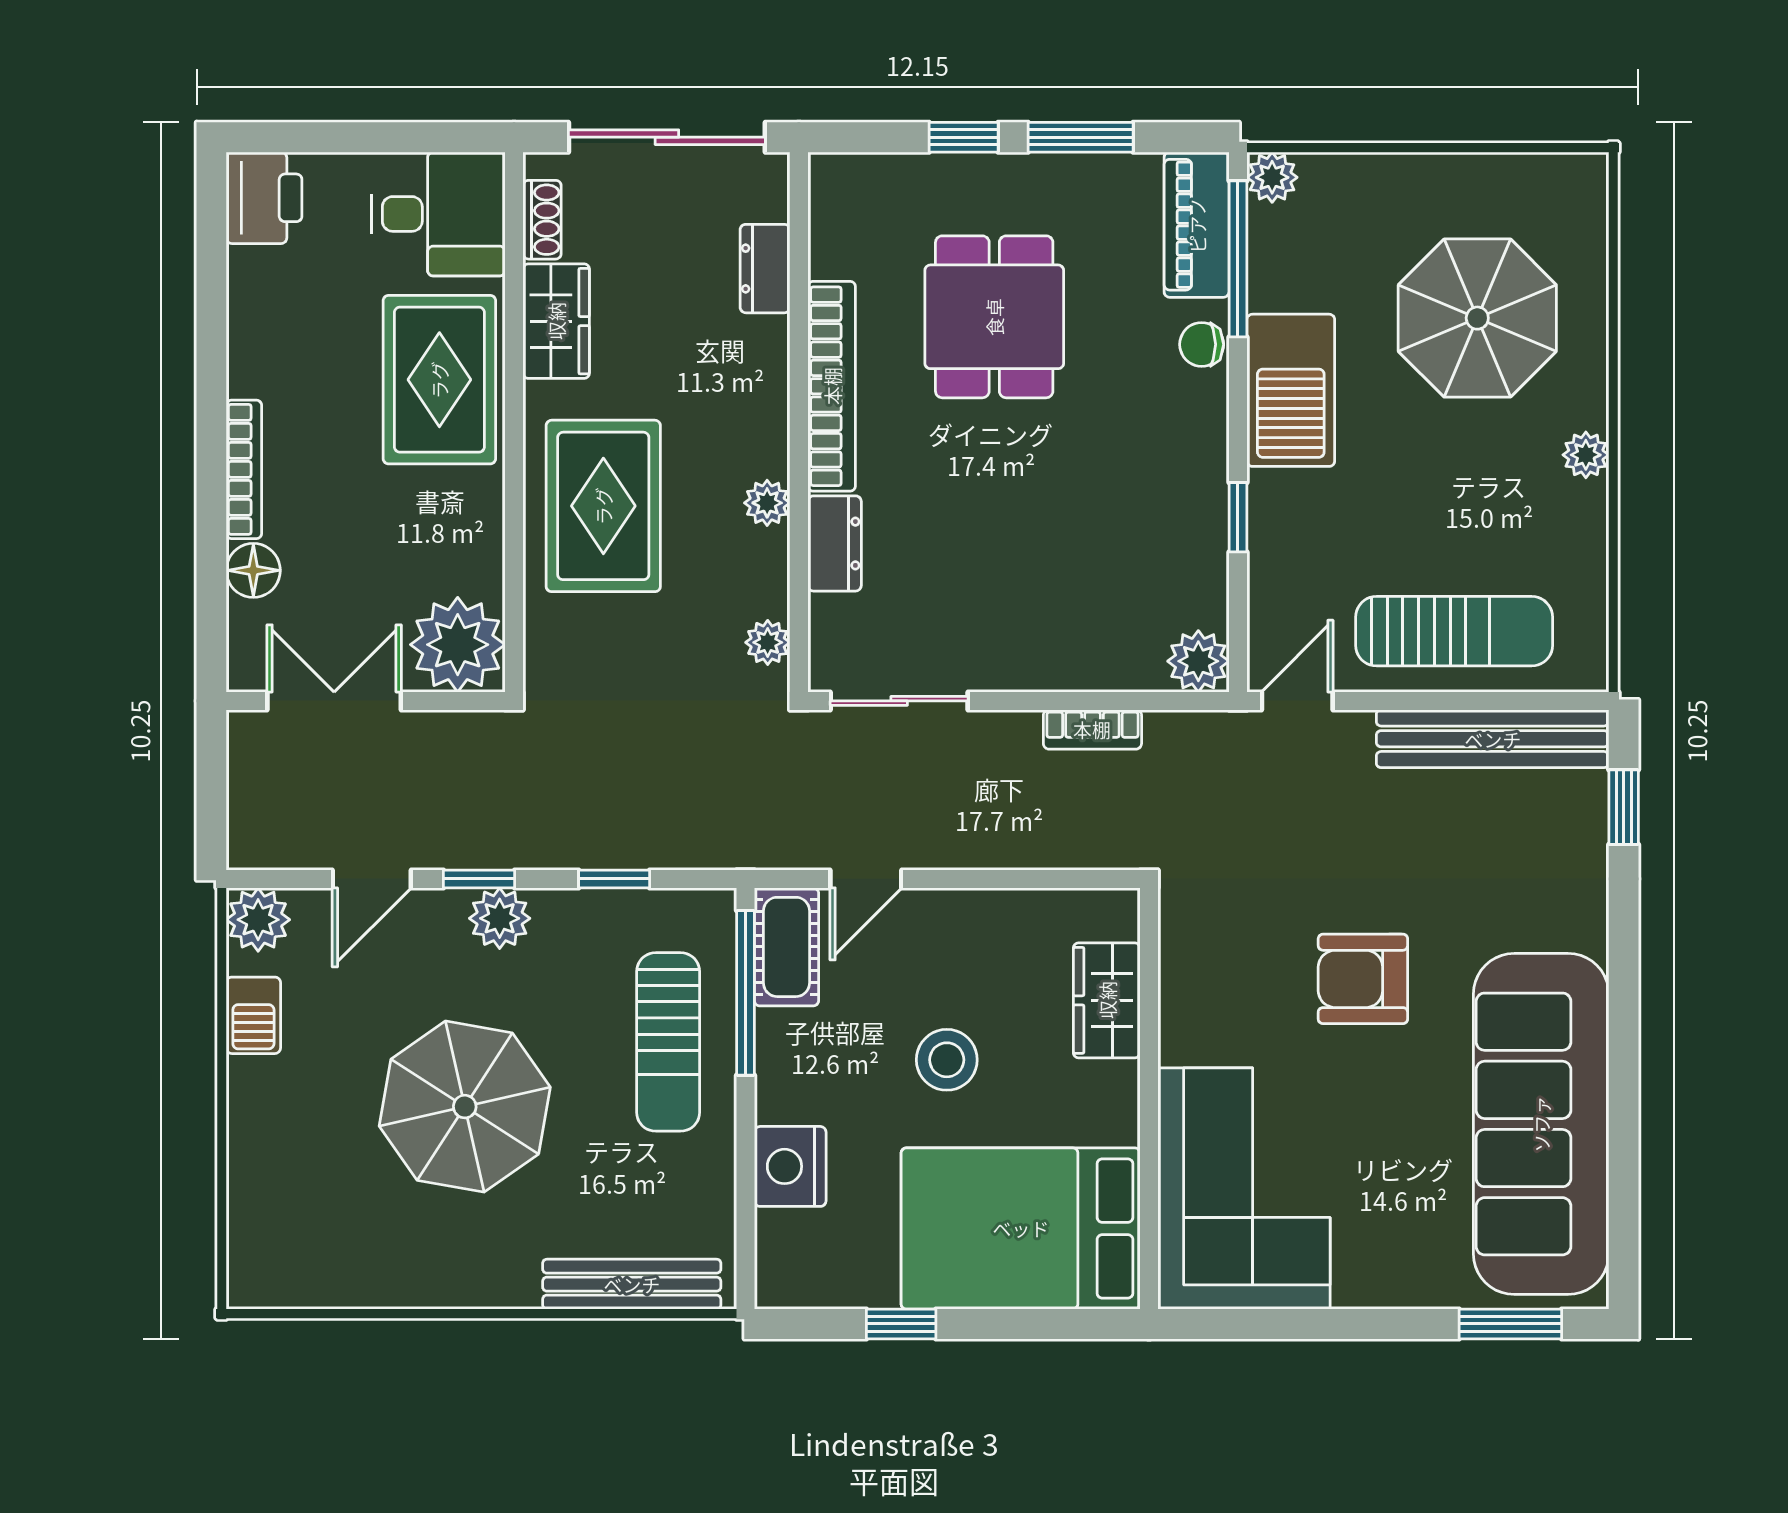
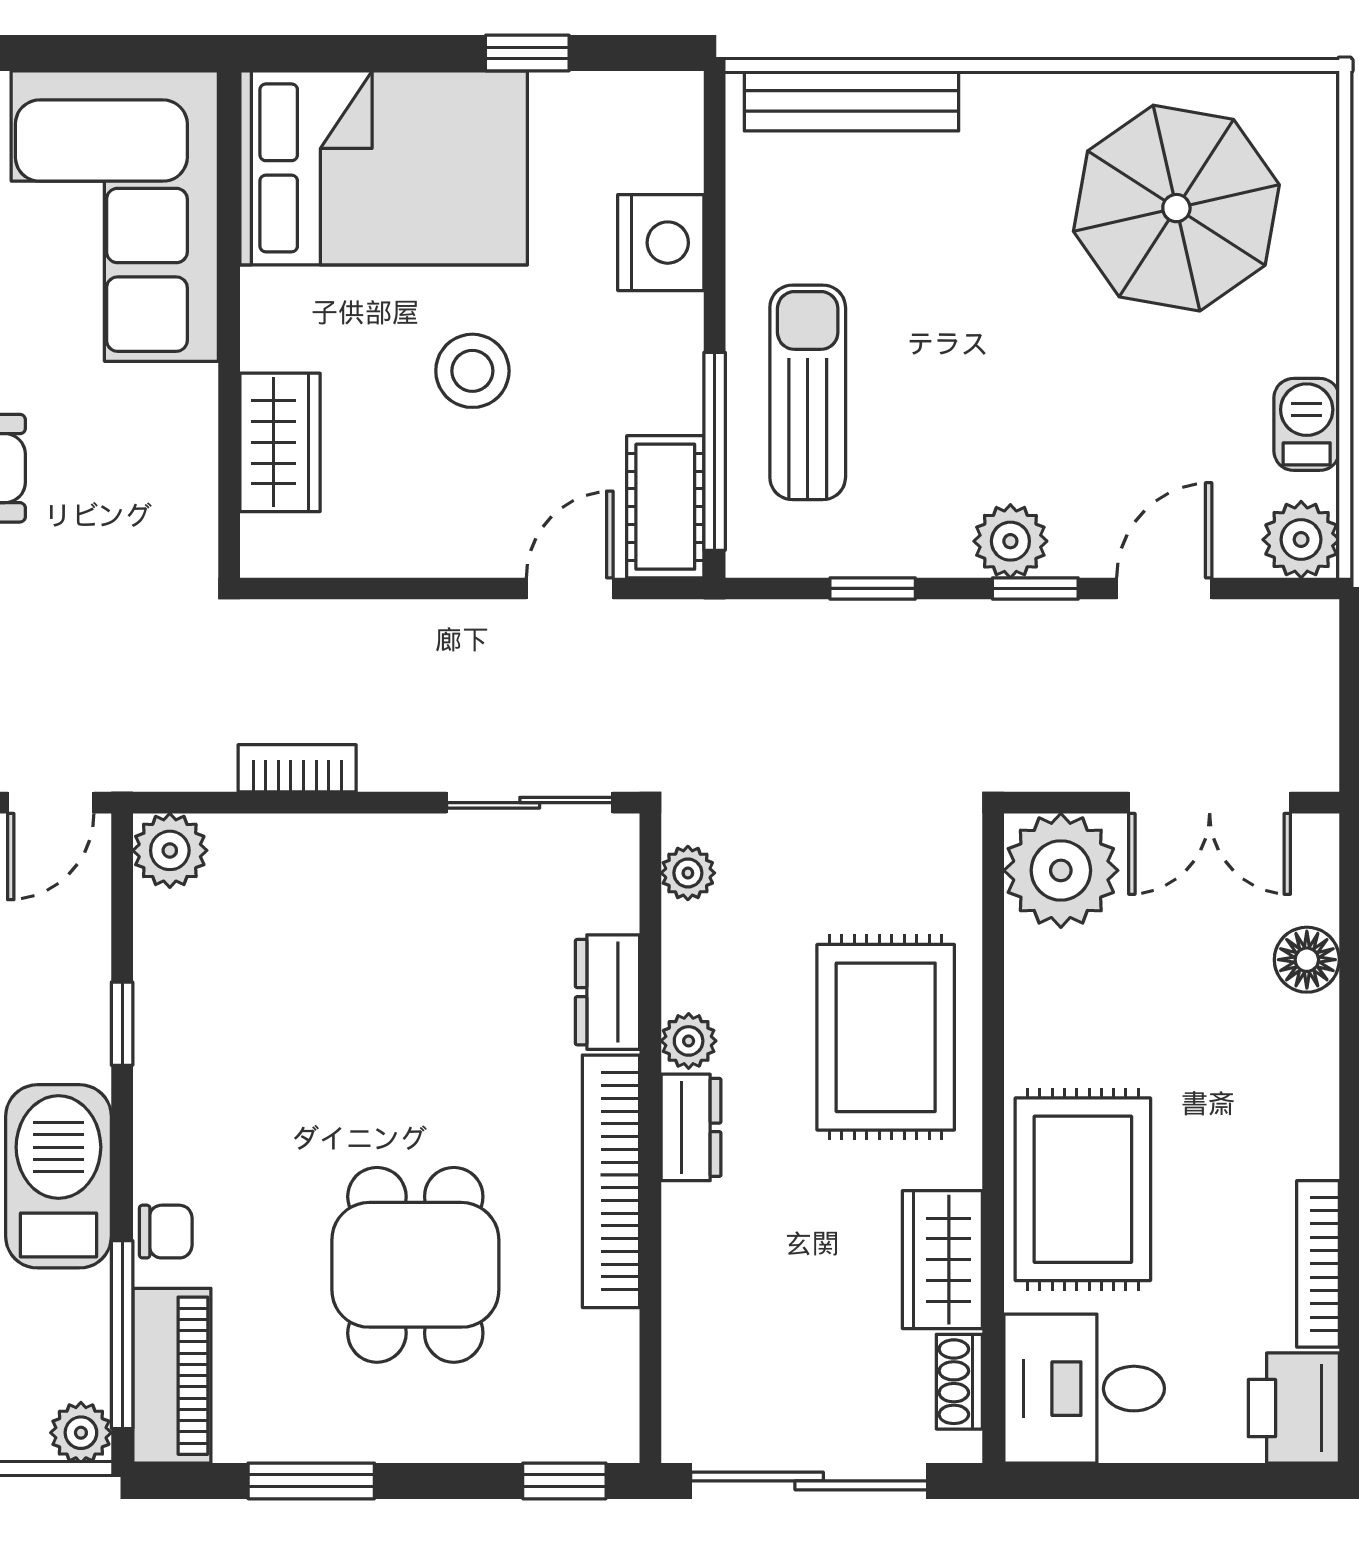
window: (964, 137) -> (564, 1481), moved
dresser: (765, 269) -> (691, 1127), moved
bookcase: (244, 469) -> (1318, 1264), moved
parasol: (465, 1107) -> (1176, 208), moved

